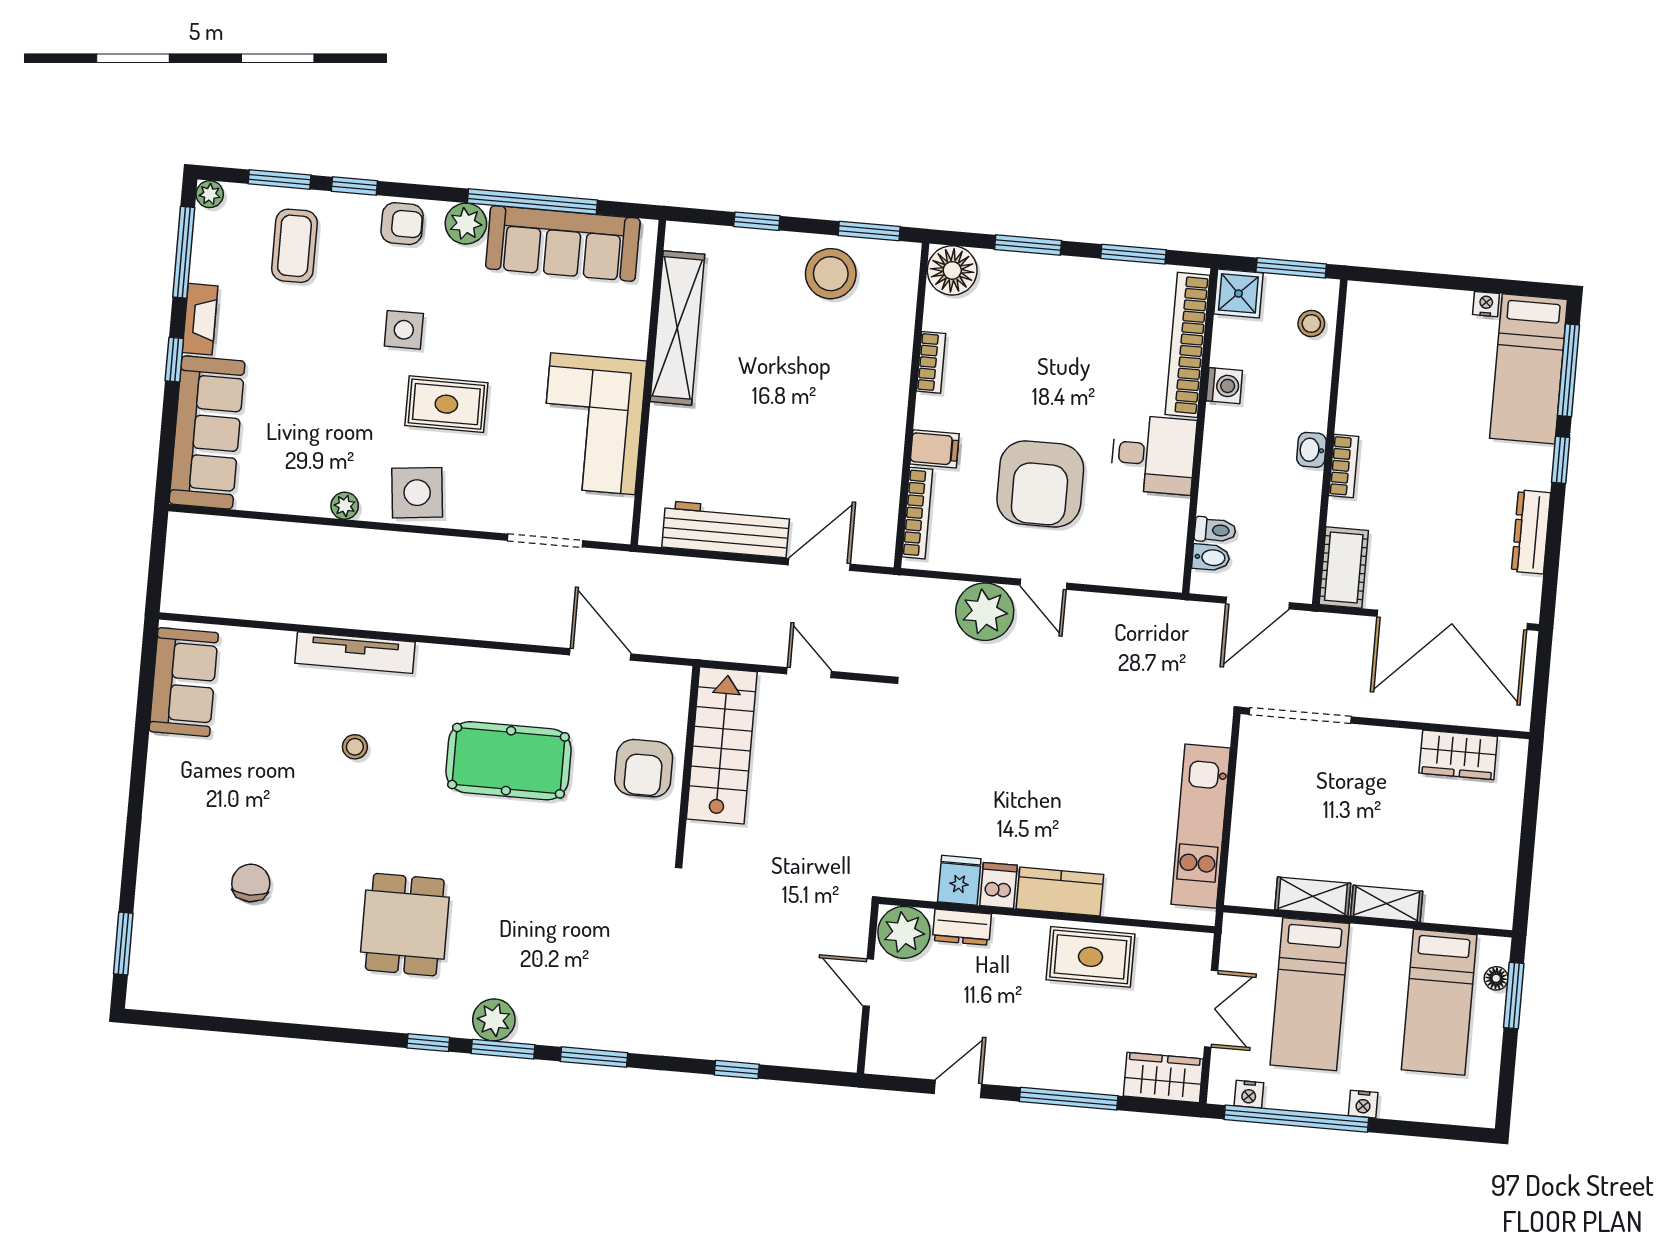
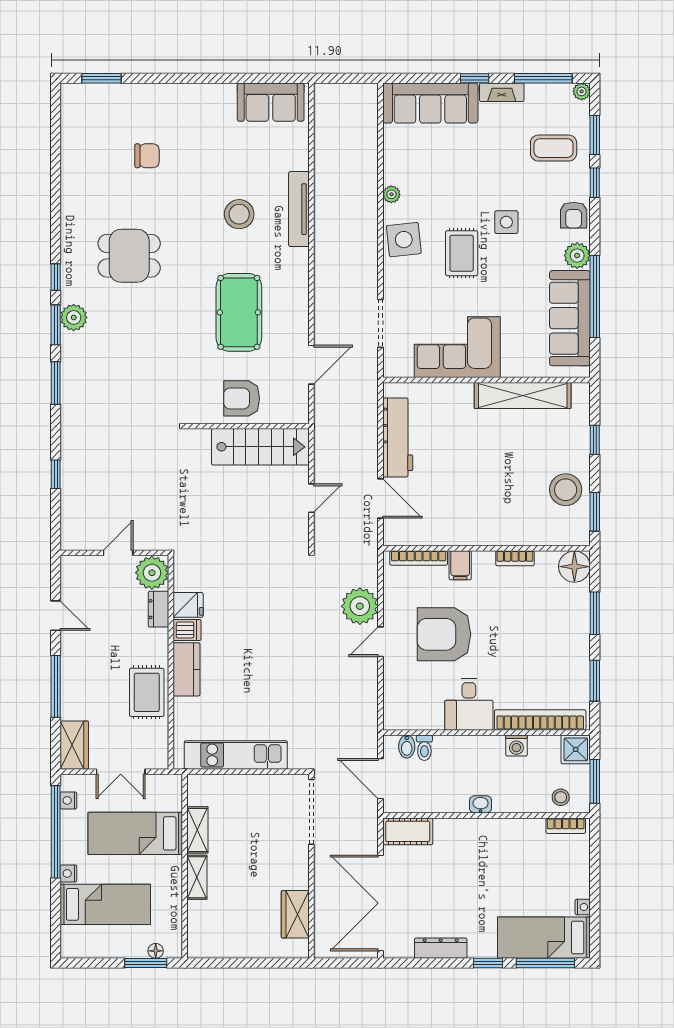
bookcase: (1344, 466) -> (566, 826), moved
stool: (355, 747) -> (239, 214), width x1.89, depth x1.89
bed: (1439, 1002) -> (105, 904), moved, turned 180

